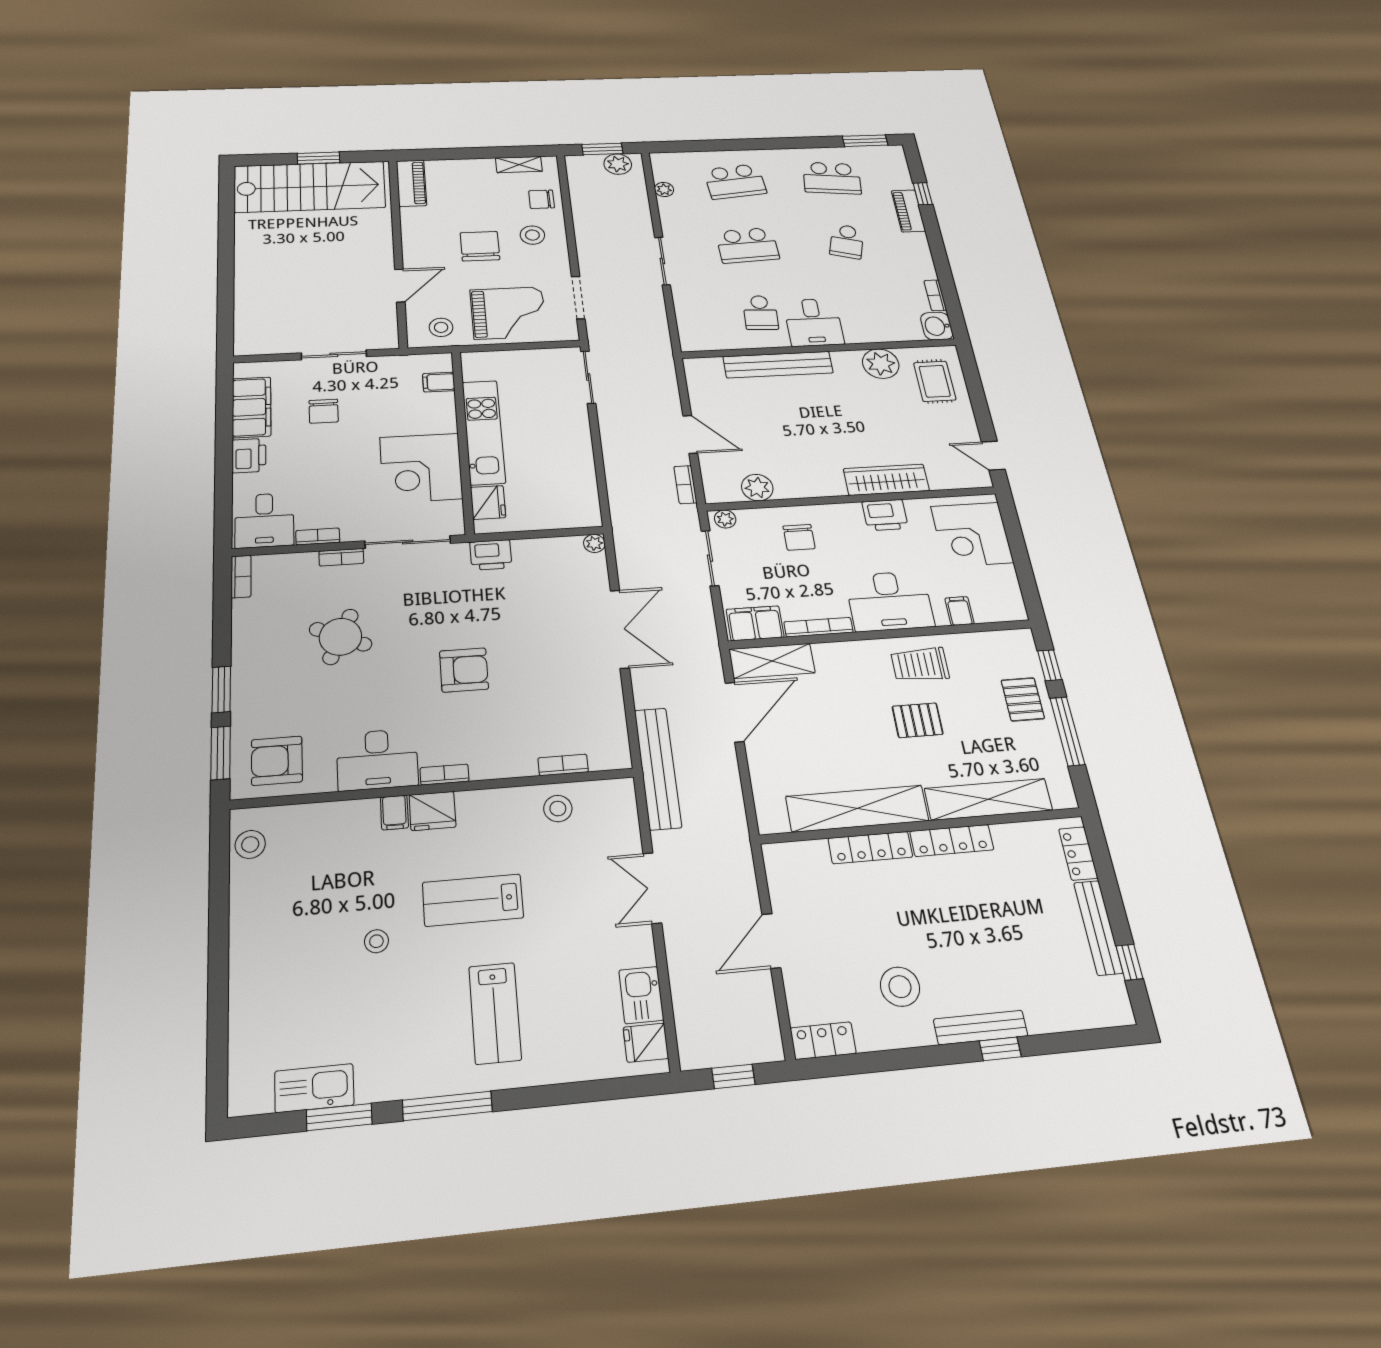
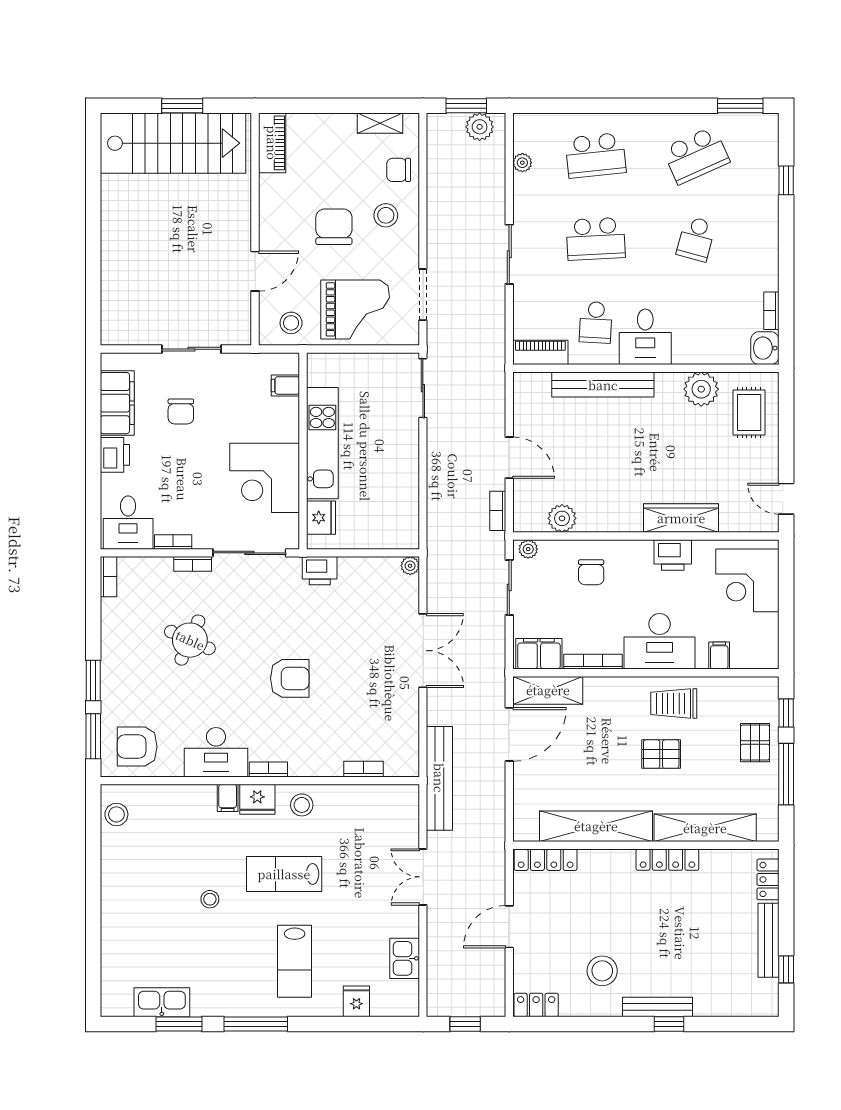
school desk: (832, 178) -> (696, 155), turned -30
piano: (908, 211) -> (540, 352), moved, turned 90
stool: (558, 809) -> (302, 805), moved
locker: (870, 848) -> (546, 860), moved
fridge: (646, 1043) -> (356, 1001), moved, turned 90

